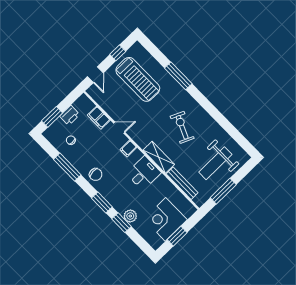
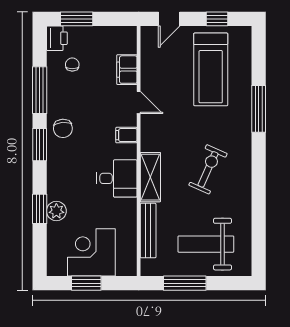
printer: (70, 115) -> (57, 38), moved, turned -90
window: (102, 203) -> (40, 145), moved

